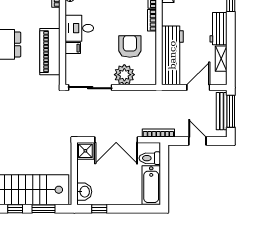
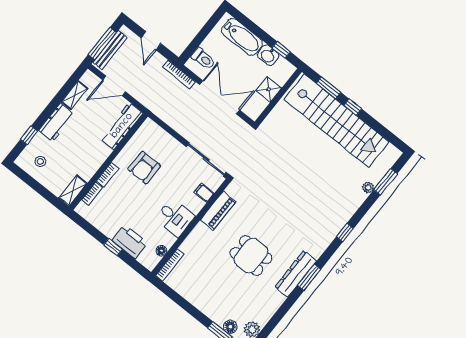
filing cabinet: (73, 48) -> (204, 193), moved
piano: (50, 52) -> (218, 211), width x0.73, depth x0.75
workbench: (172, 55) -> (122, 126), width x0.73, depth x0.76
plant: (124, 75) -> (168, 147), removed
shower: (85, 151) -> (269, 89), moved
bathtub: (151, 185) -> (242, 37), moved, turned 90
washbasin: (84, 192) -> (268, 55), moved, turned -90

